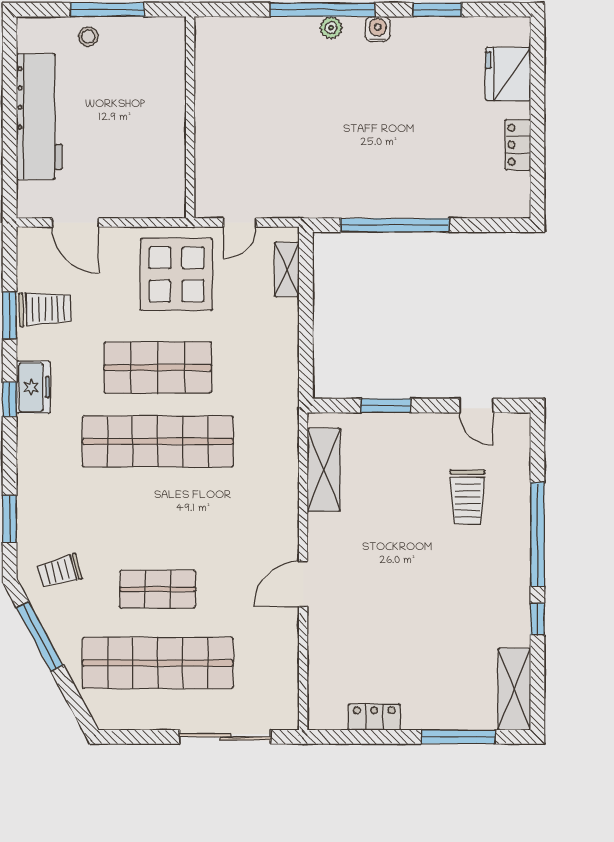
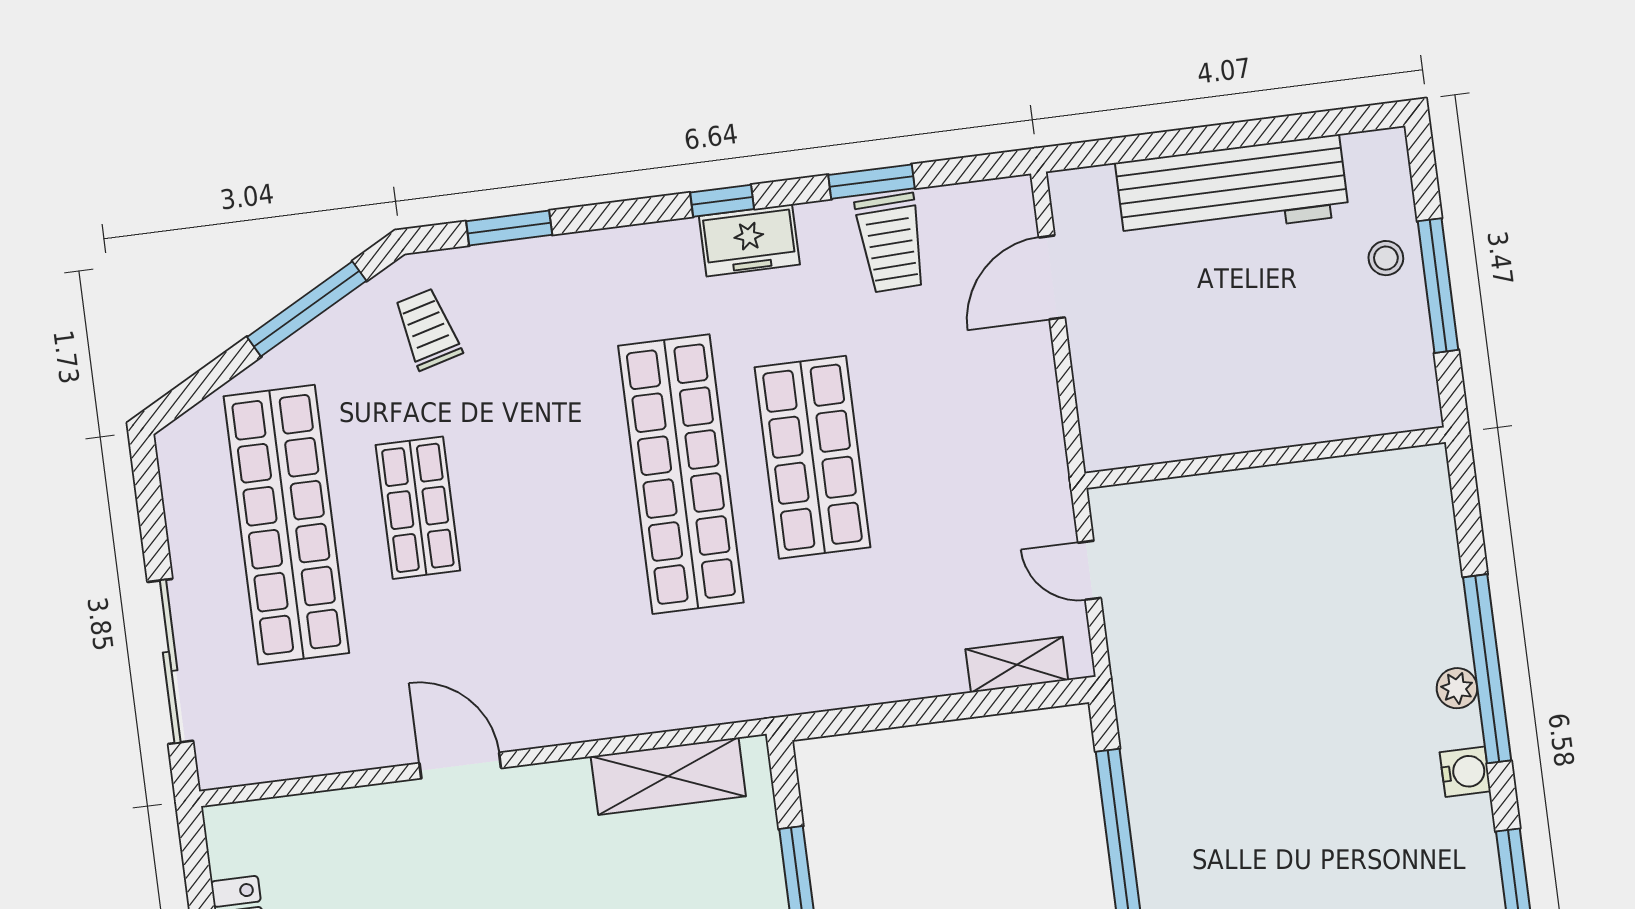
display table: (176, 274) -> (983, 469), removed

